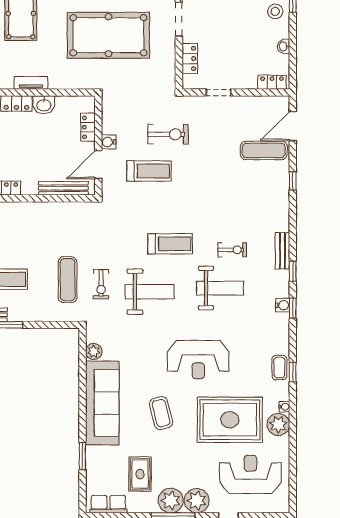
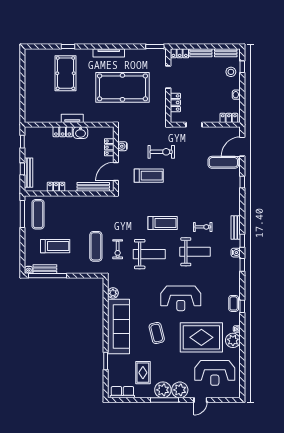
water cooler: (109, 142) -> (123, 146), moved
water cooler: (283, 305) -> (236, 253), moved
reception desk: (250, 474) -> (215, 373), turned 180

